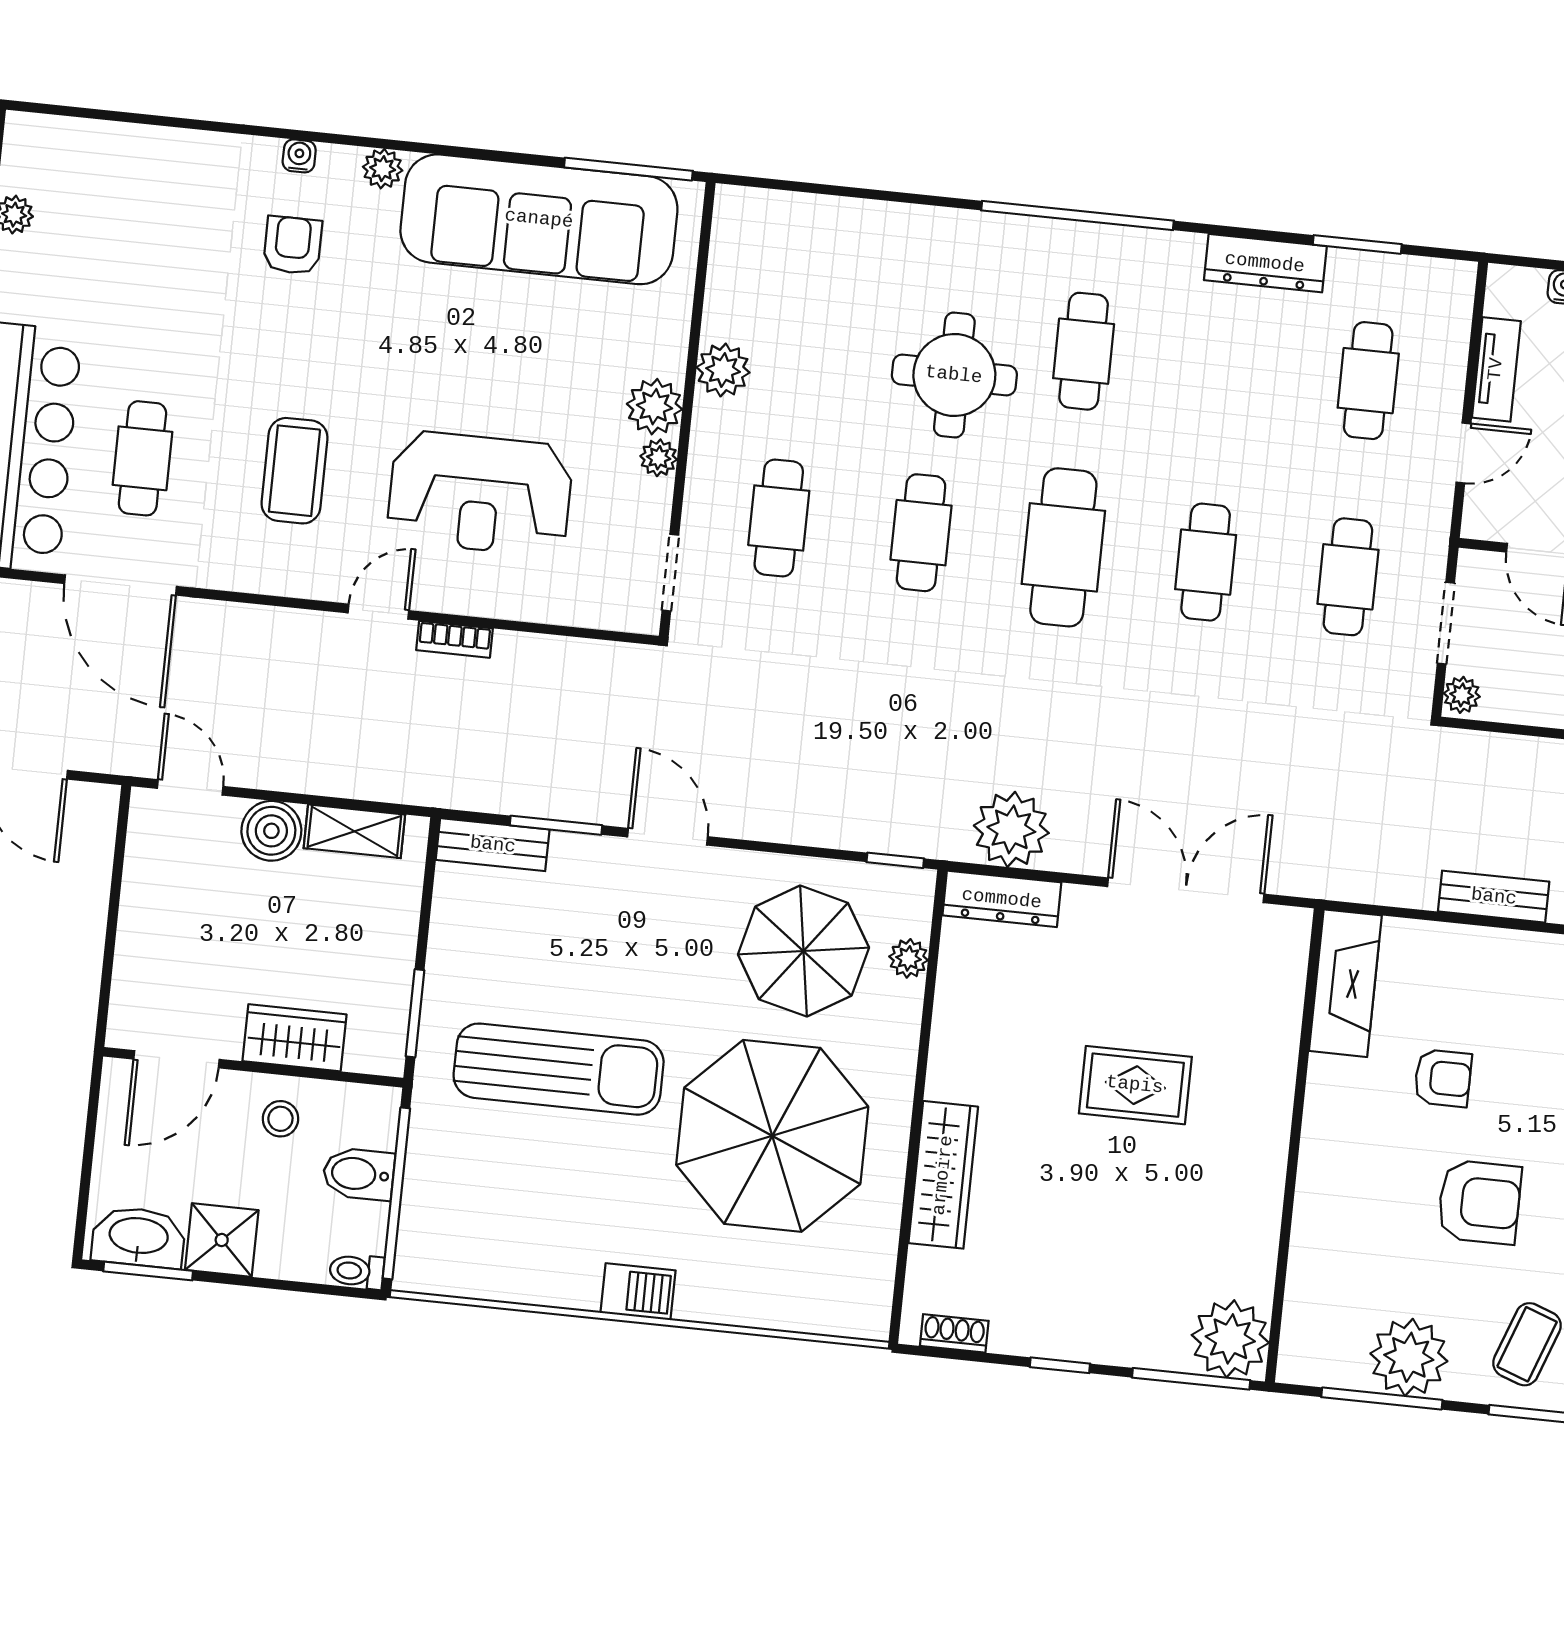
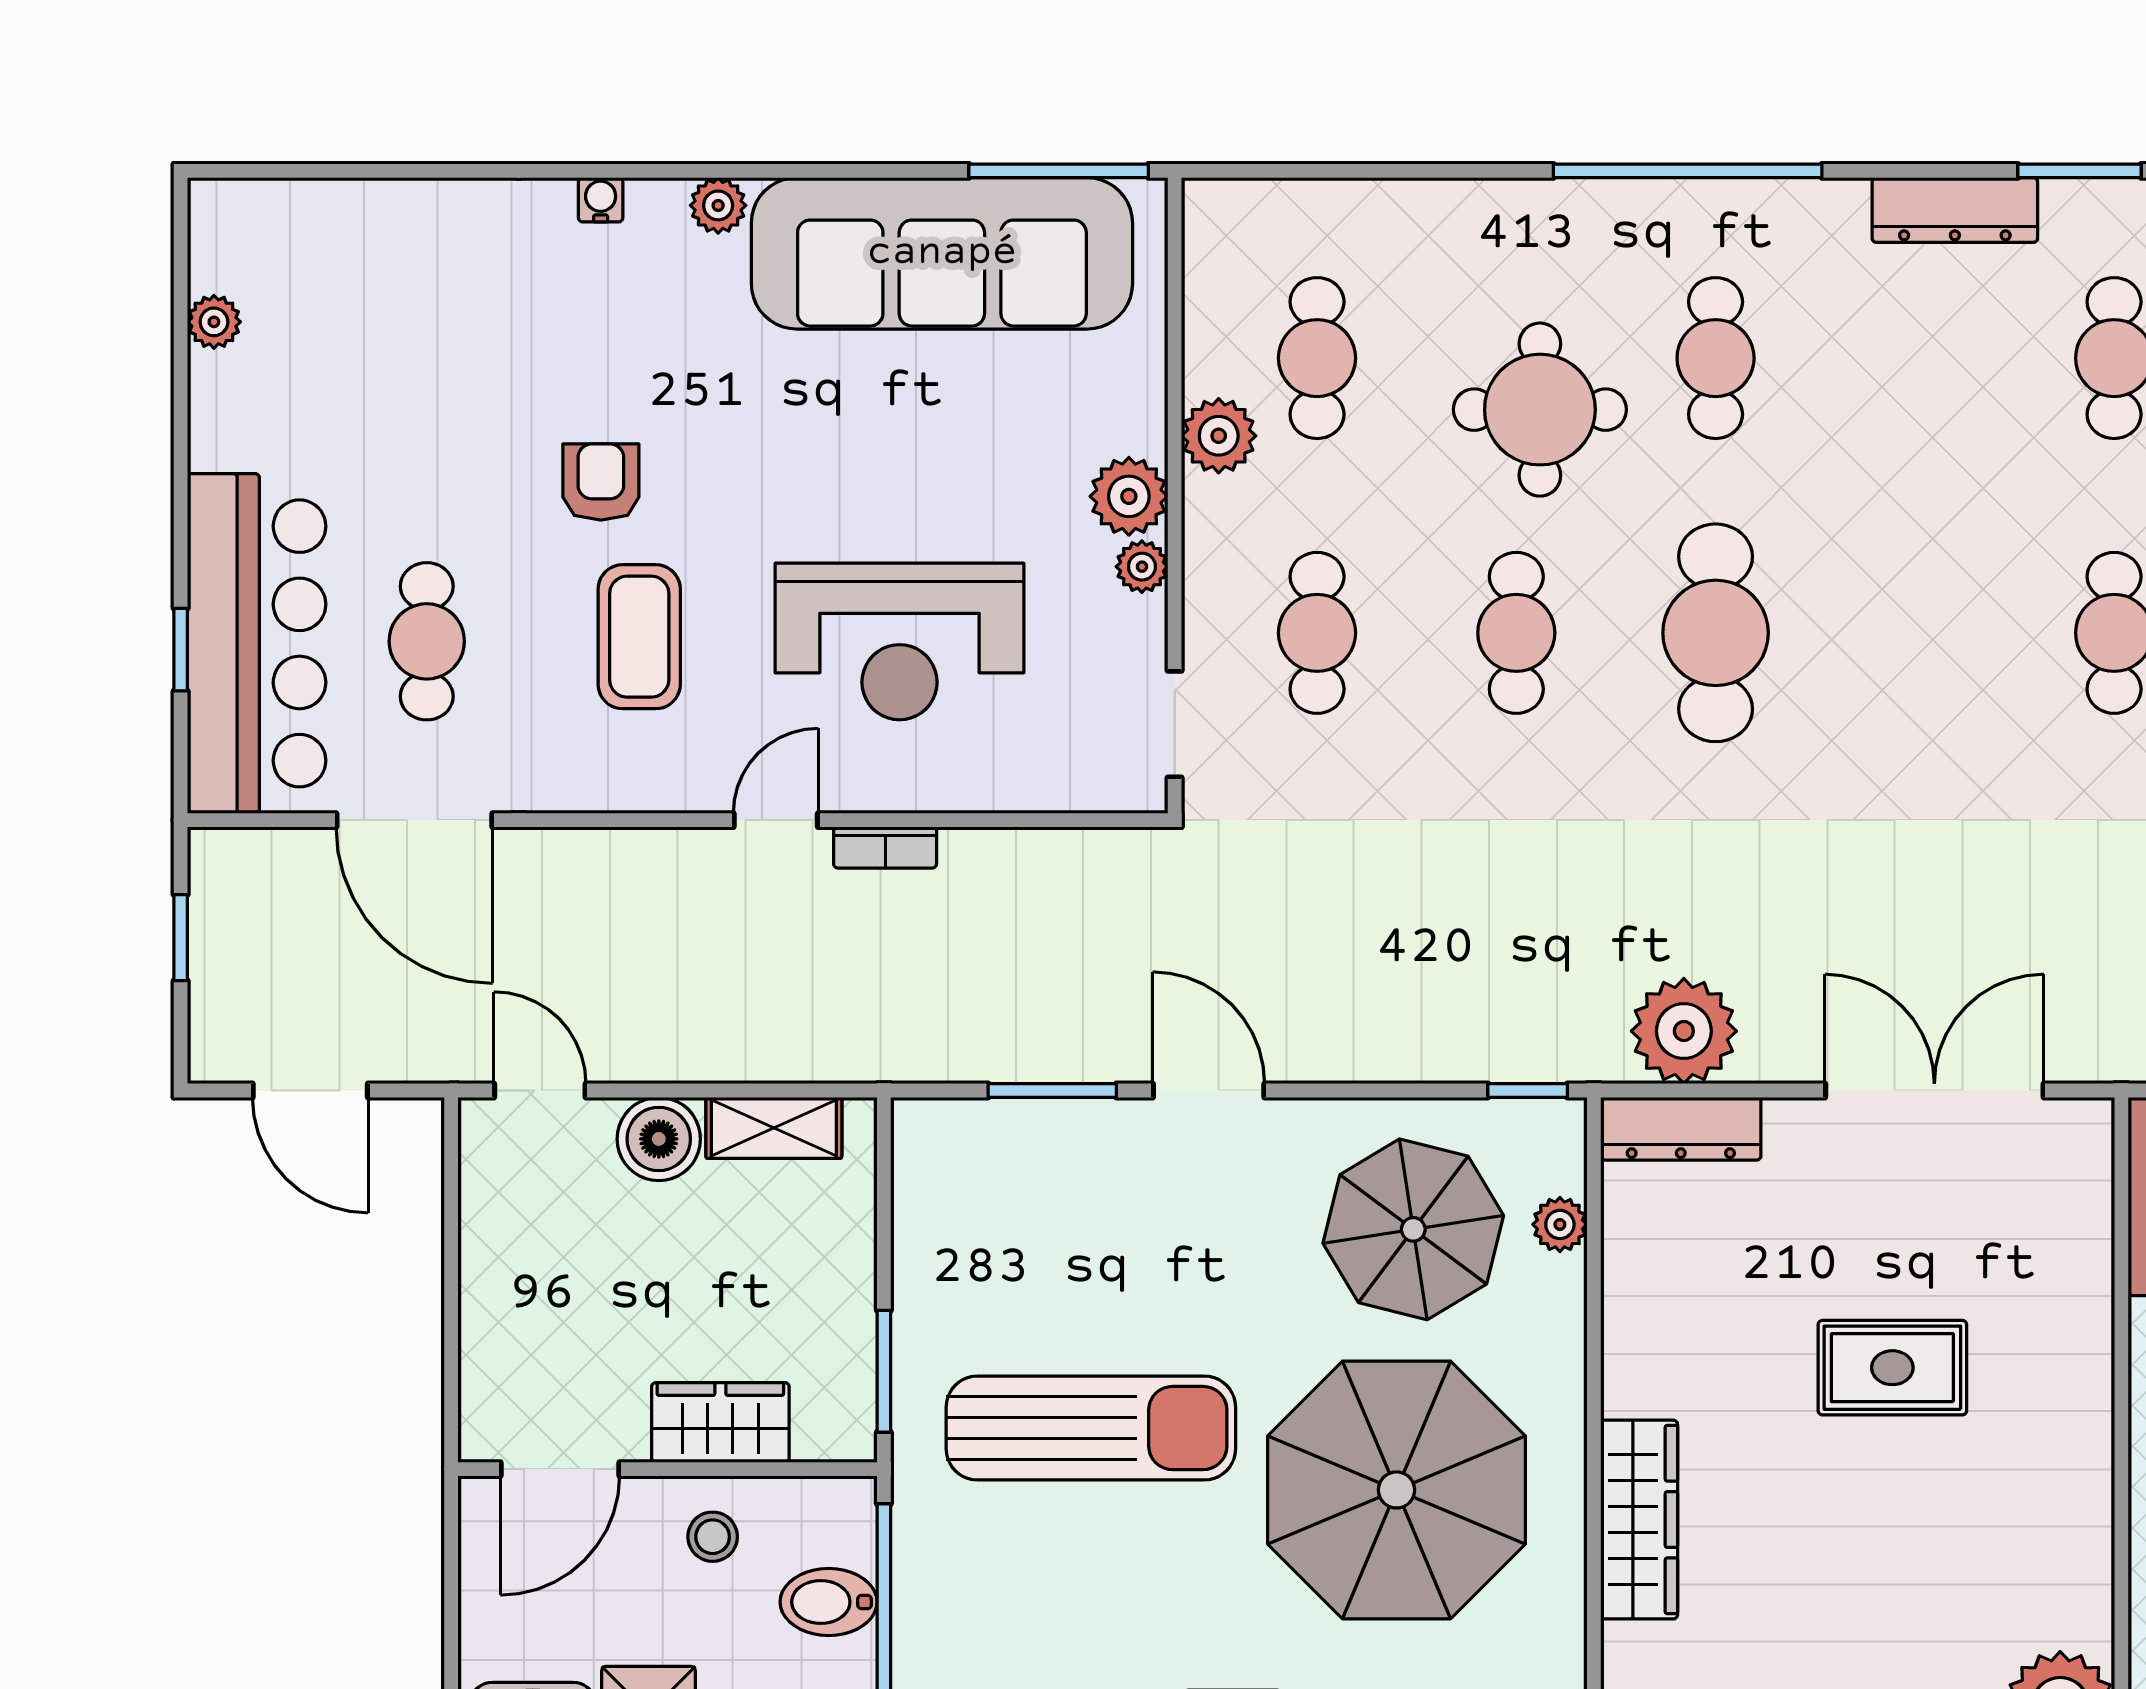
armchair: (293, 245) -> (601, 482), moved
cafe table: (1206, 562) -> (1317, 358), moved
bench: (493, 845) -> (967, 1127), removed

